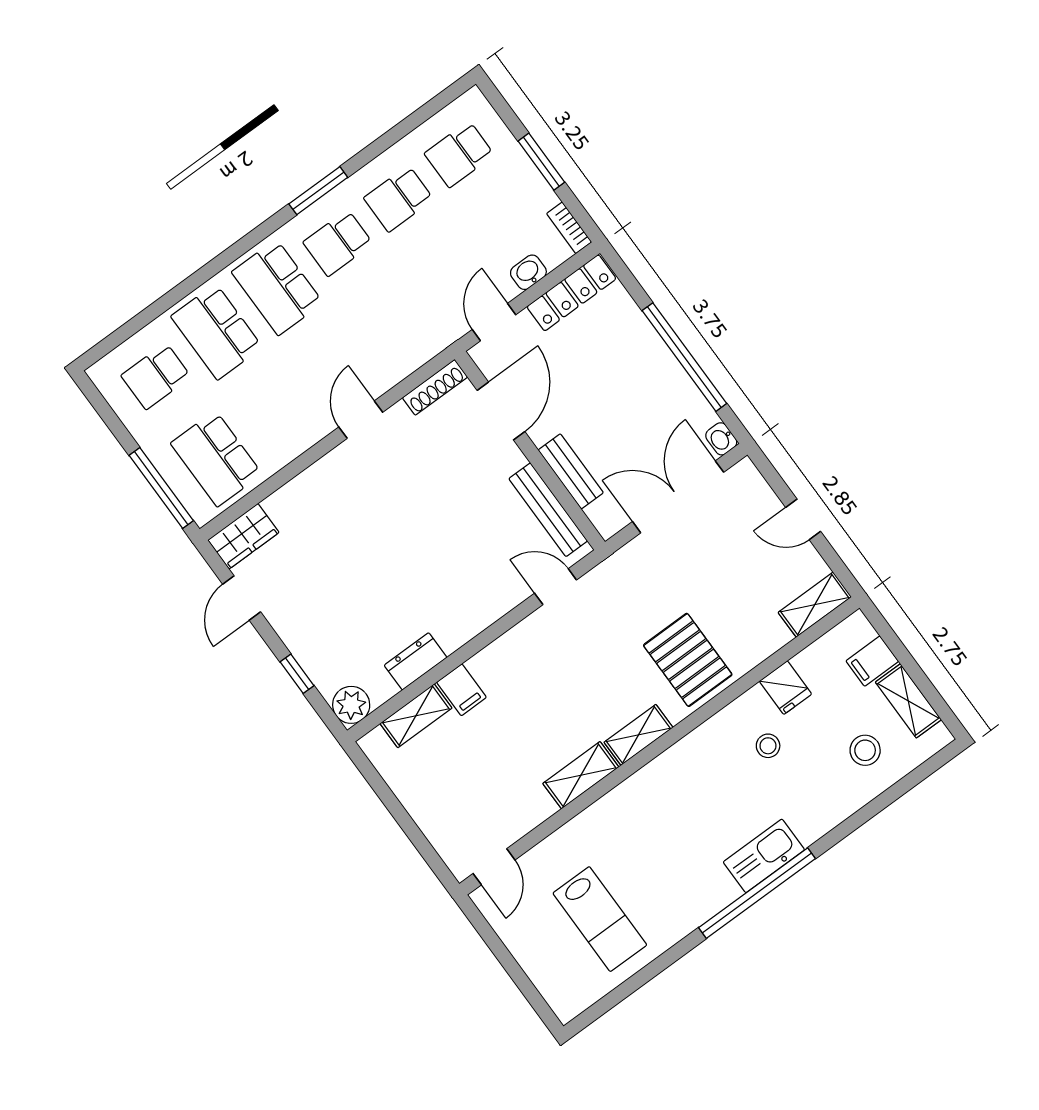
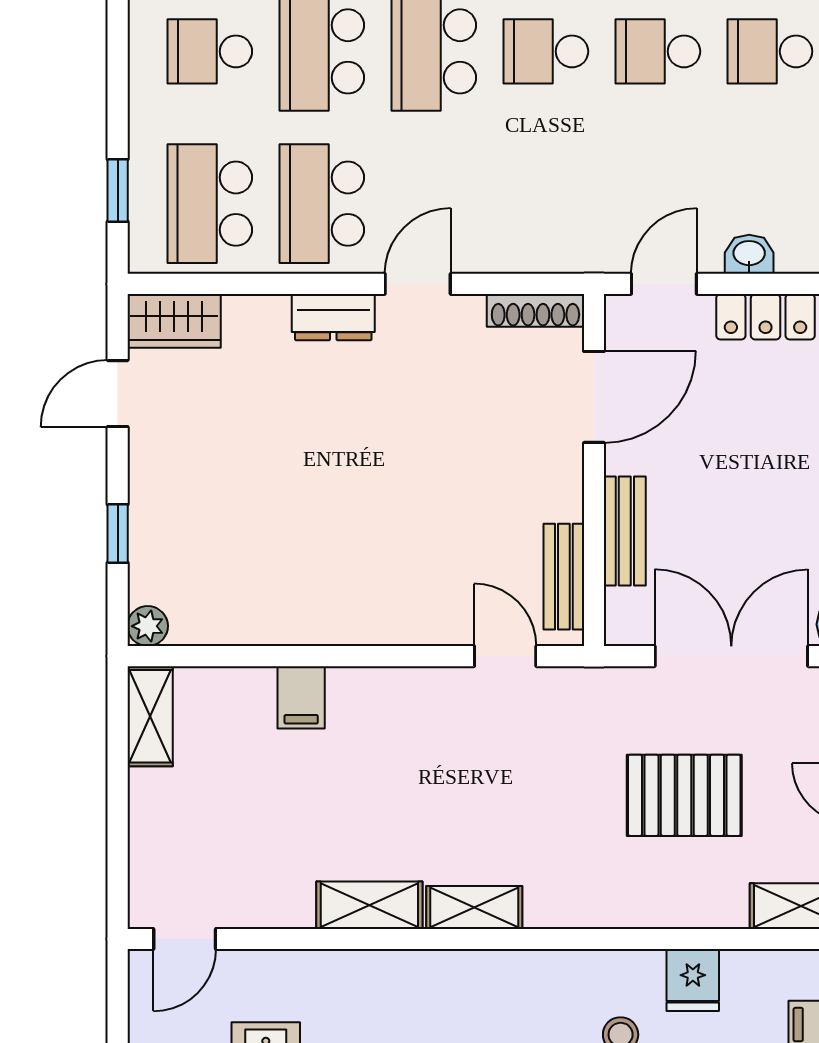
school desk: (277, 414) -> (322, 204), added
window: (161, 488) -> (118, 190), width x0.46
bench: (548, 510) -> (564, 577), width x0.73
pallet: (688, 660) -> (684, 795), moved, turned 90
dresser: (416, 661) -> (333, 317), moved, turned 180
plant: (351, 705) -> (148, 626), width x0.73, depth x0.73
shelving: (416, 716) -> (150, 716), moved, turned 90

